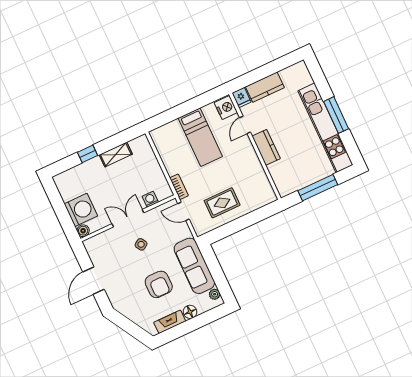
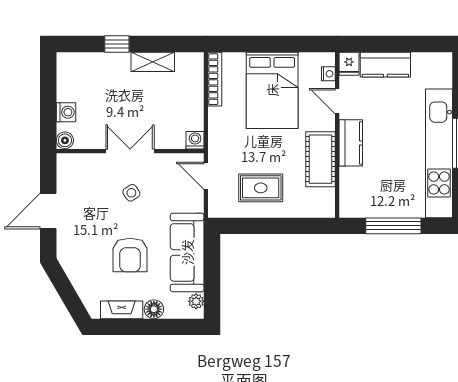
nightstand: (226, 107) -> (328, 74), width x0.53, depth x0.56
door: (245, 125) -> (337, 101), hinge flipped
bed: (200, 137) -> (272, 90), width x1.50
cot: (252, 167) -> (321, 159), added
bookcase: (179, 187) -> (215, 79), moved, width x1.56
washing machine: (150, 199) -> (195, 140), moved
washing machine: (81, 210) -> (66, 112), width x0.53, depth x0.53

